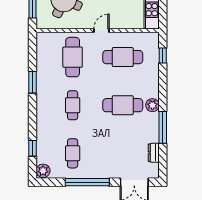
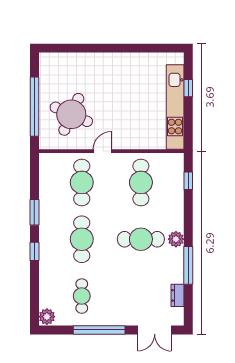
door: (101, 31) -> (102, 151), moved
cafe table: (123, 57) -> (141, 182), turned 90
cafe table: (73, 105) -> (82, 239), width x1.37, depth x1.35
window: (33, 148) -> (34, 251), moved

